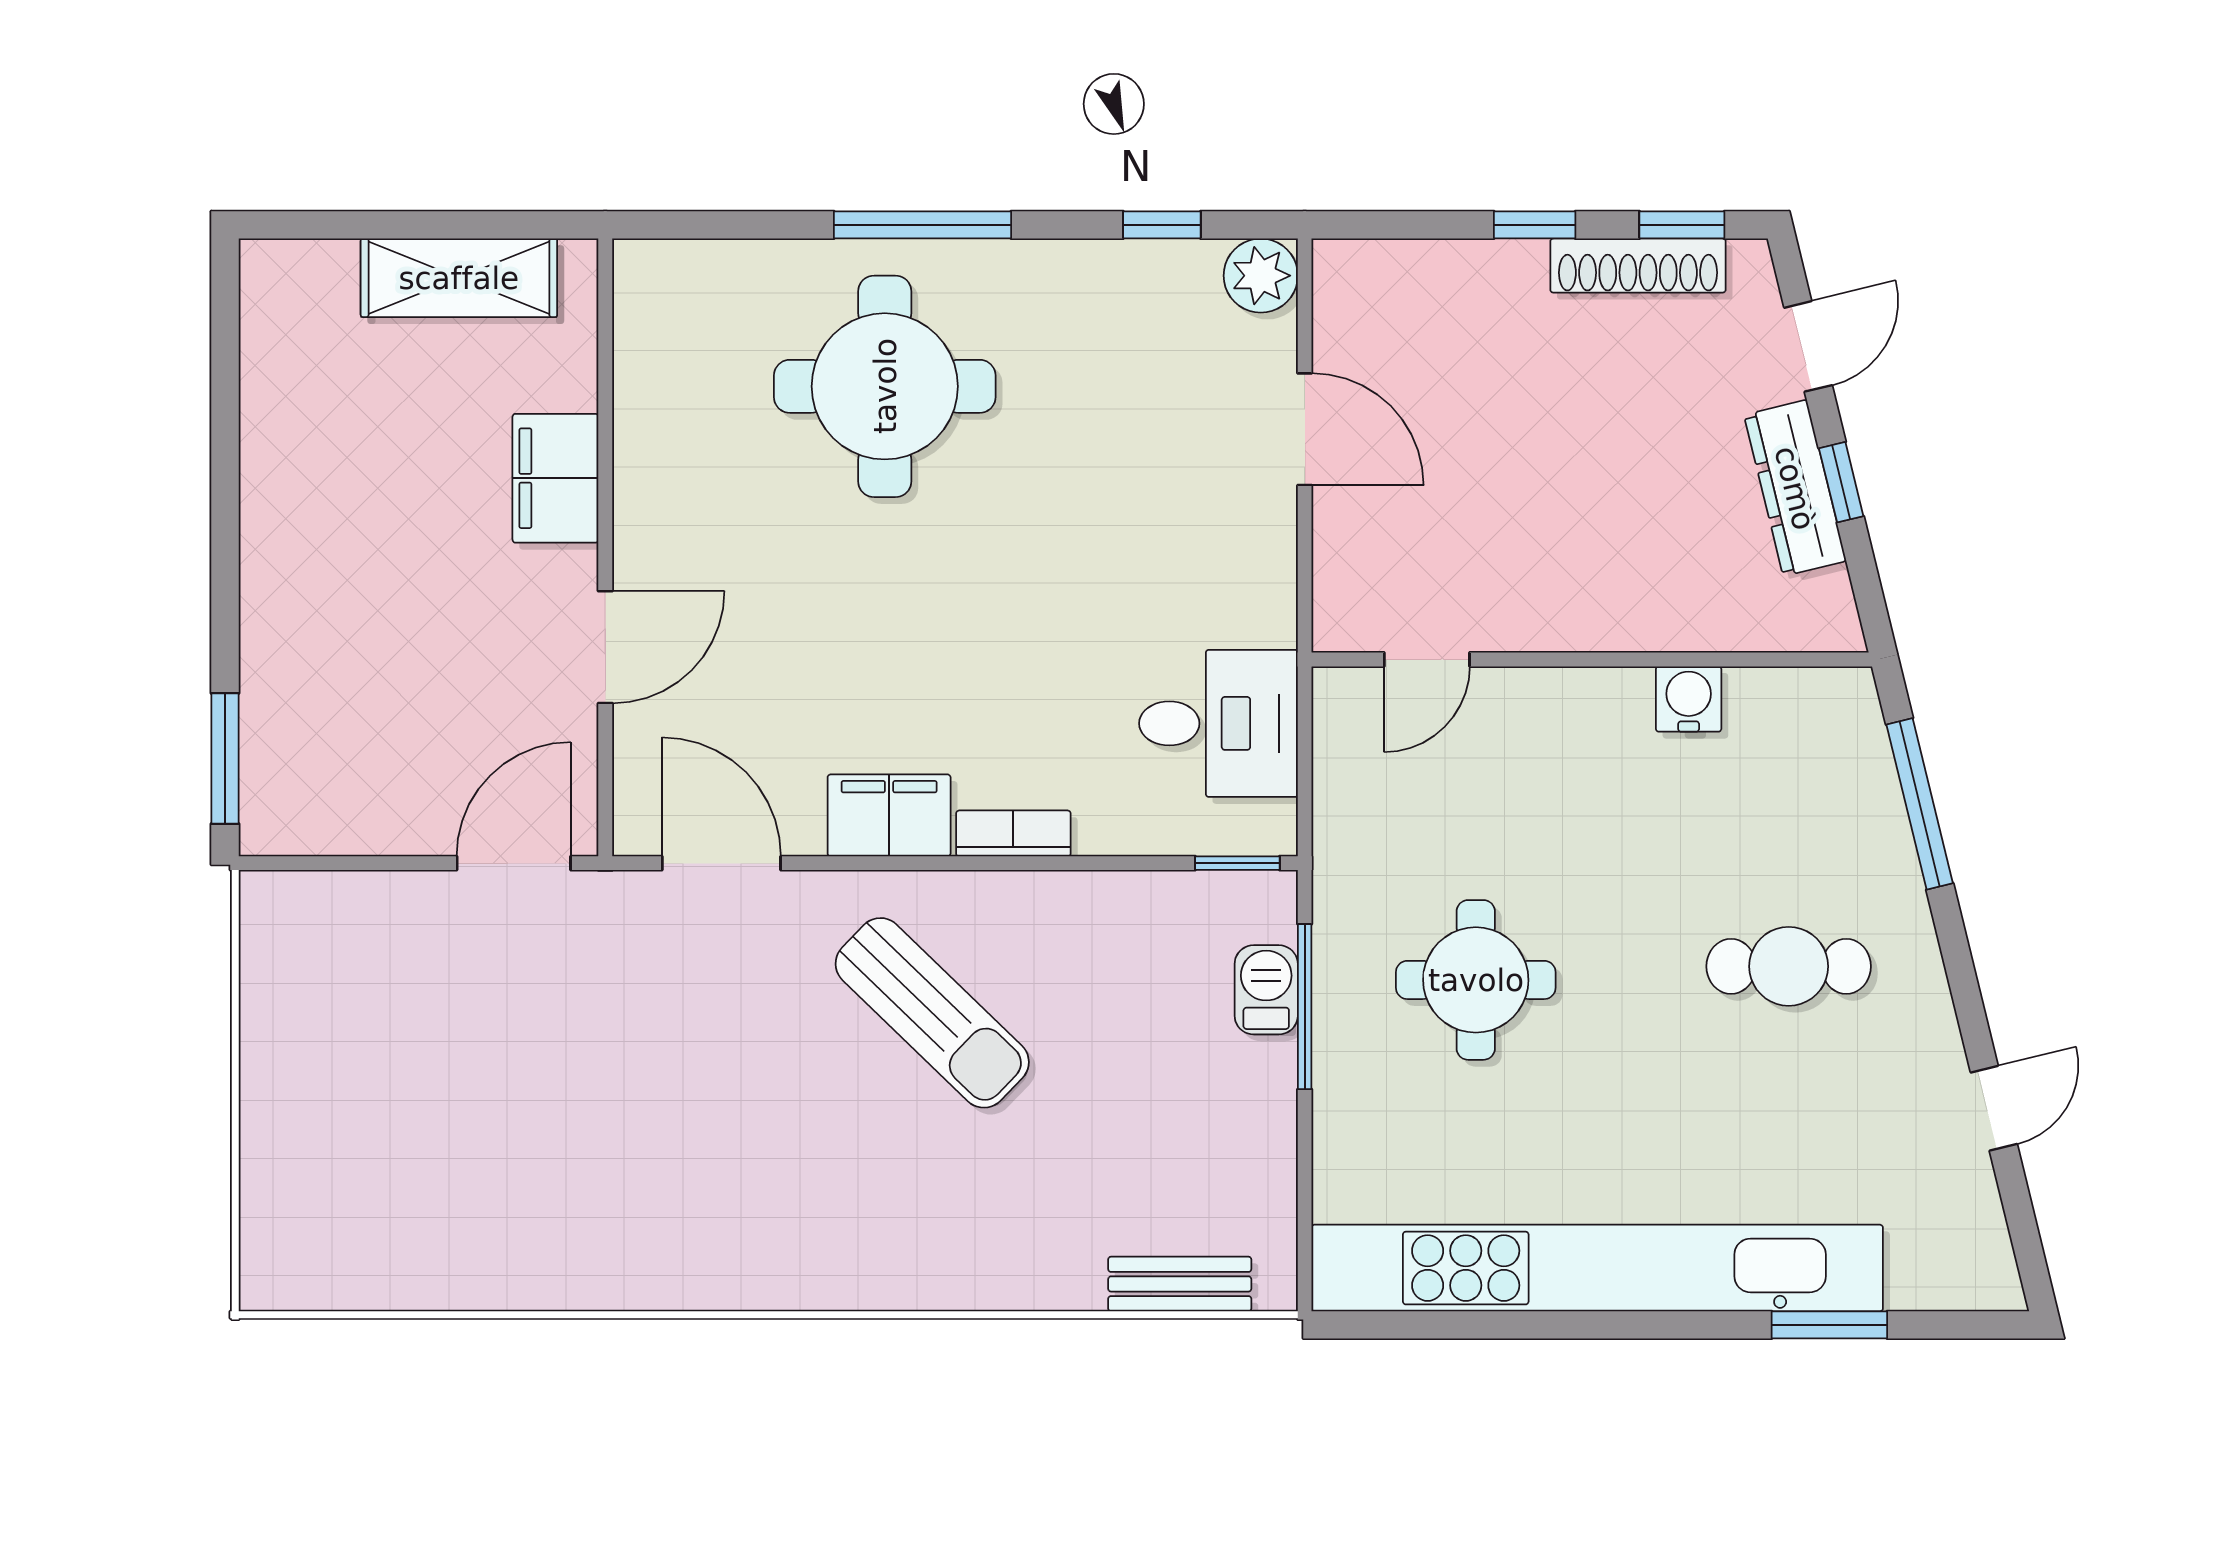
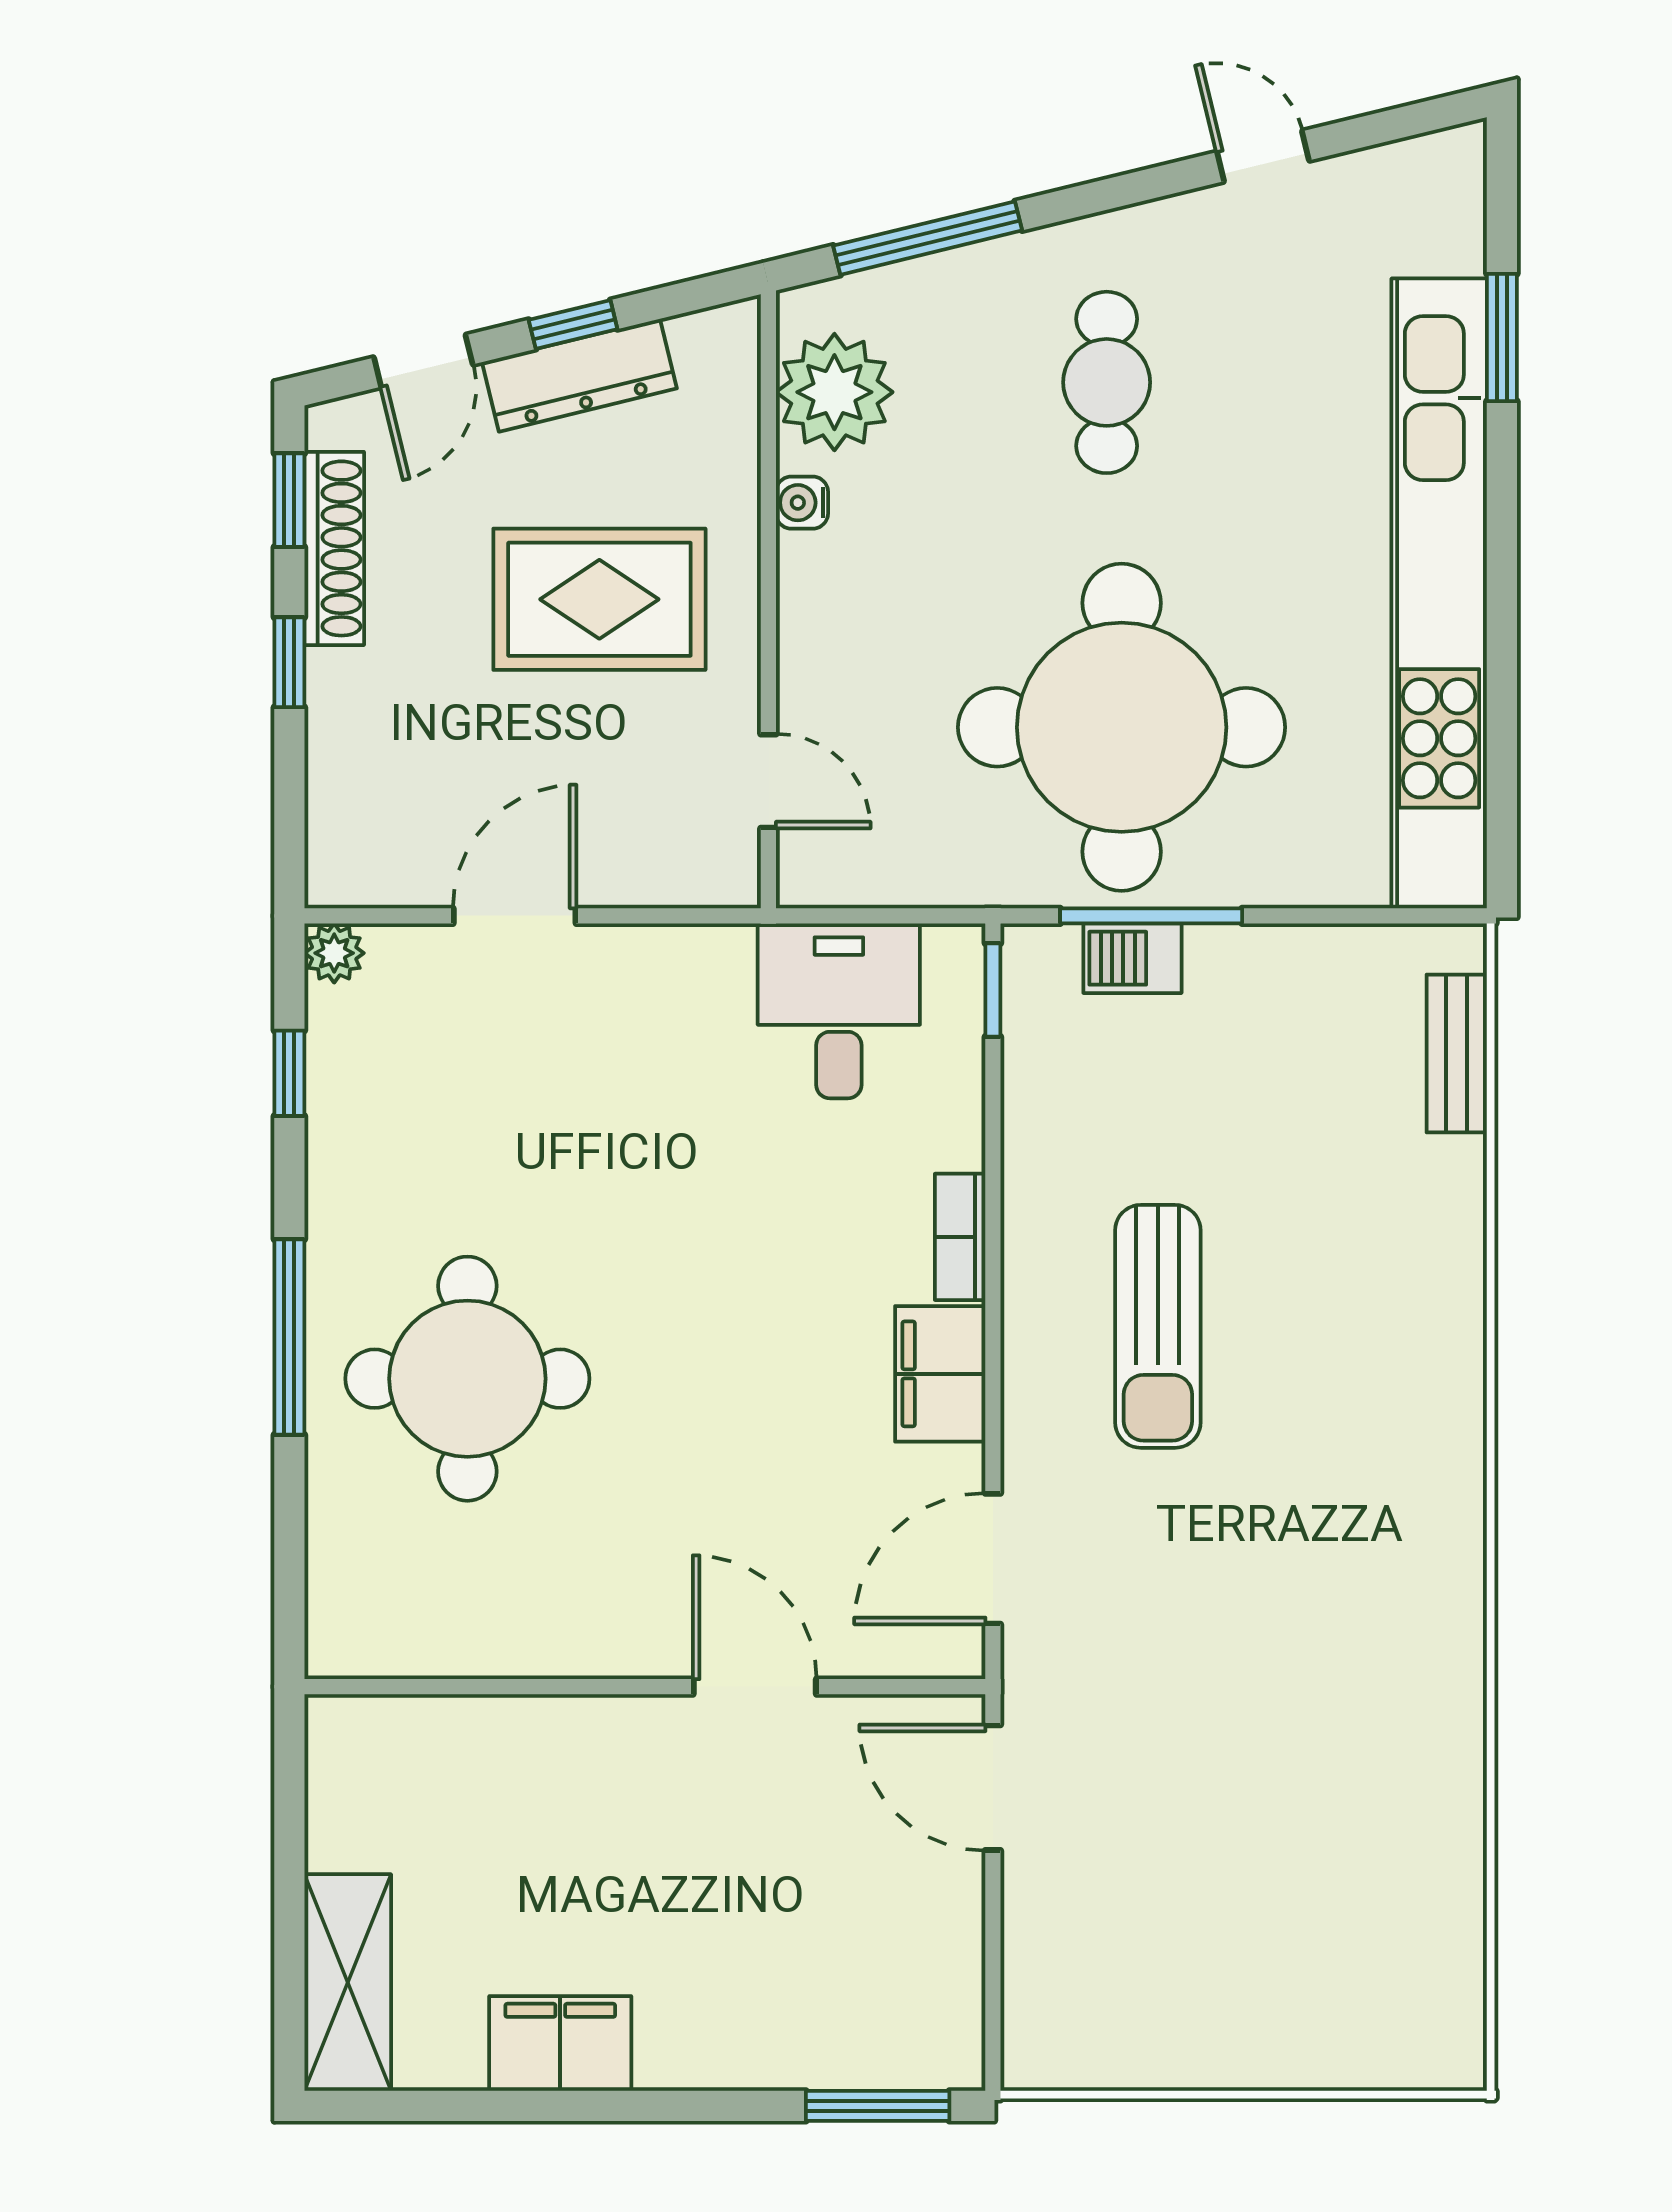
plant: (1261, 276) -> (334, 953), width x0.73, depth x0.73
shelving: (459, 278) -> (348, 1983), moved
door: (1808, 346) -> (423, 361), swing flipped
filing cabinet: (555, 478) -> (560, 2043), moved, turned 180
rug: (1592, 506) -> (599, 599), added
water cooler: (1689, 699) -> (802, 503), width x0.72, depth x0.72
plant: (1780, 719) -> (834, 392), added
round table: (1476, 980) -> (1122, 727), width x1.86, depth x1.86
sun lounger: (932, 1013) -> (1158, 1326), turned 136

